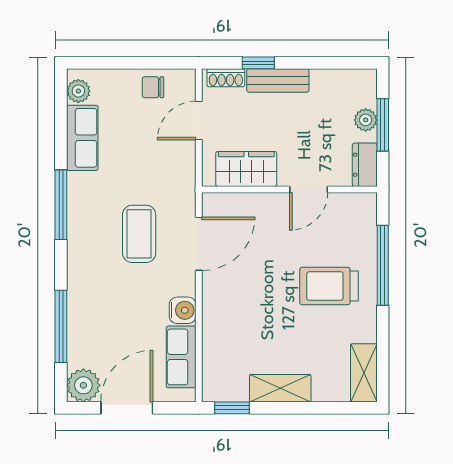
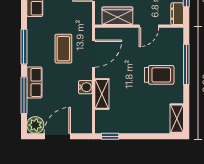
window: (61, 205) -> (24, 47), moved
trolley: (329, 286) -> (159, 75), turned 180
row of seats: (181, 357) -> (34, 82), moved, turned 180
shelving: (280, 388) -> (102, 94), moved, turned 90

